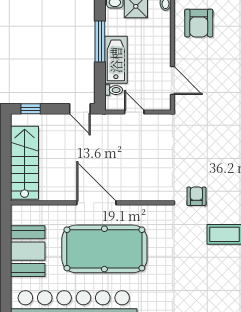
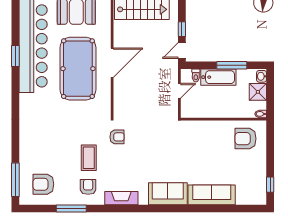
door: (172, 80) -> (203, 119), removed
window: (31, 109) -> (182, 29), moved

